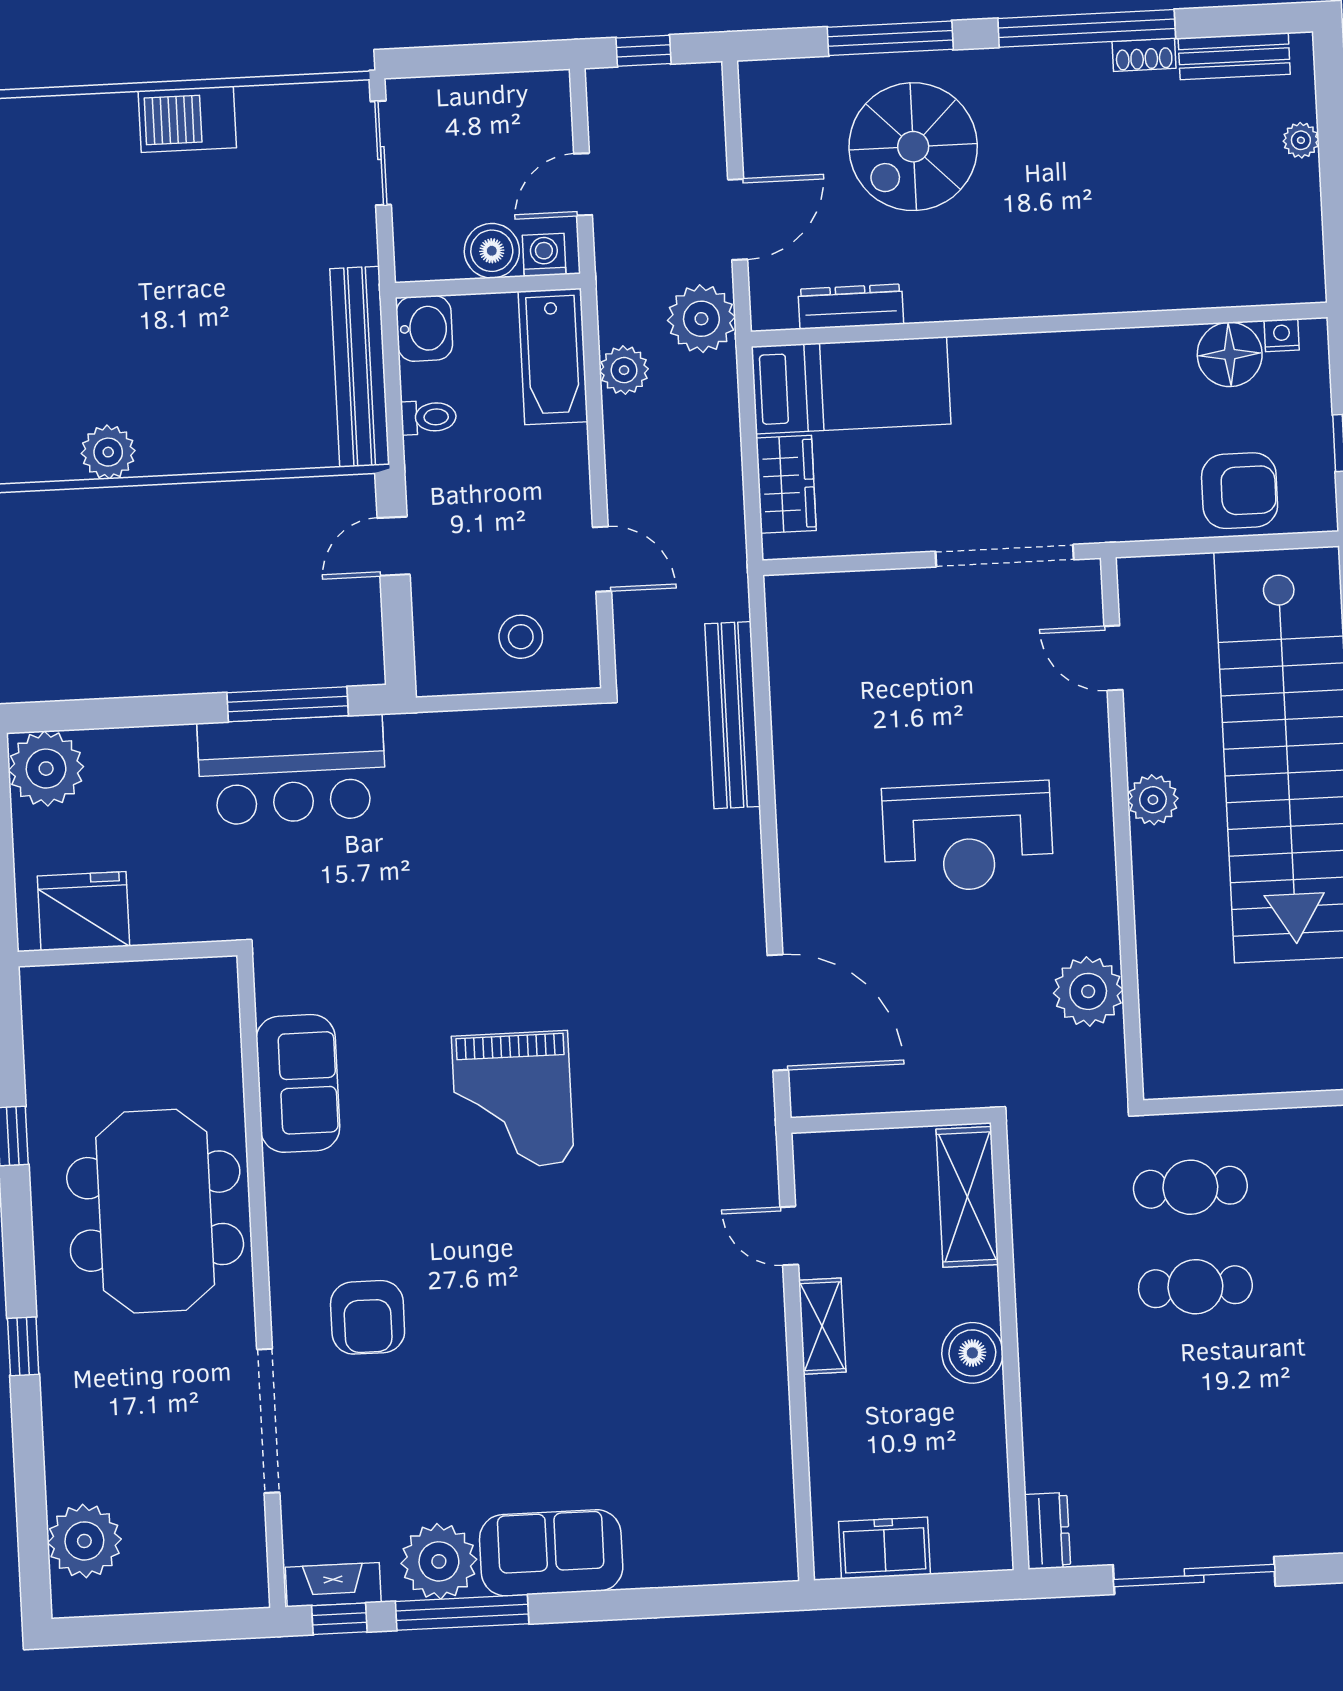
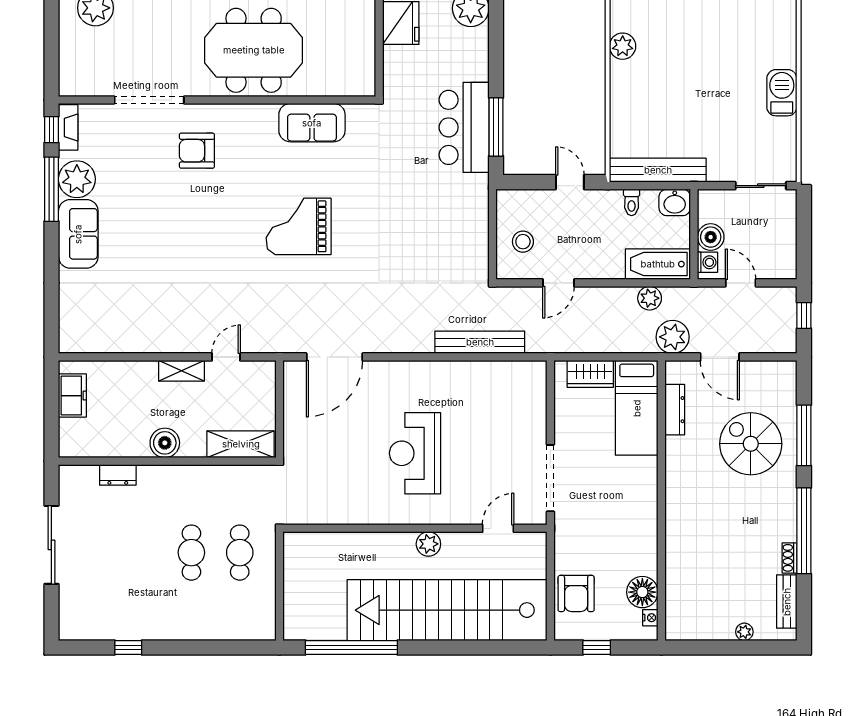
plant: (1088, 991) -> (337, 508), removed
dresser: (1047, 1531) -> (118, 475), moved

